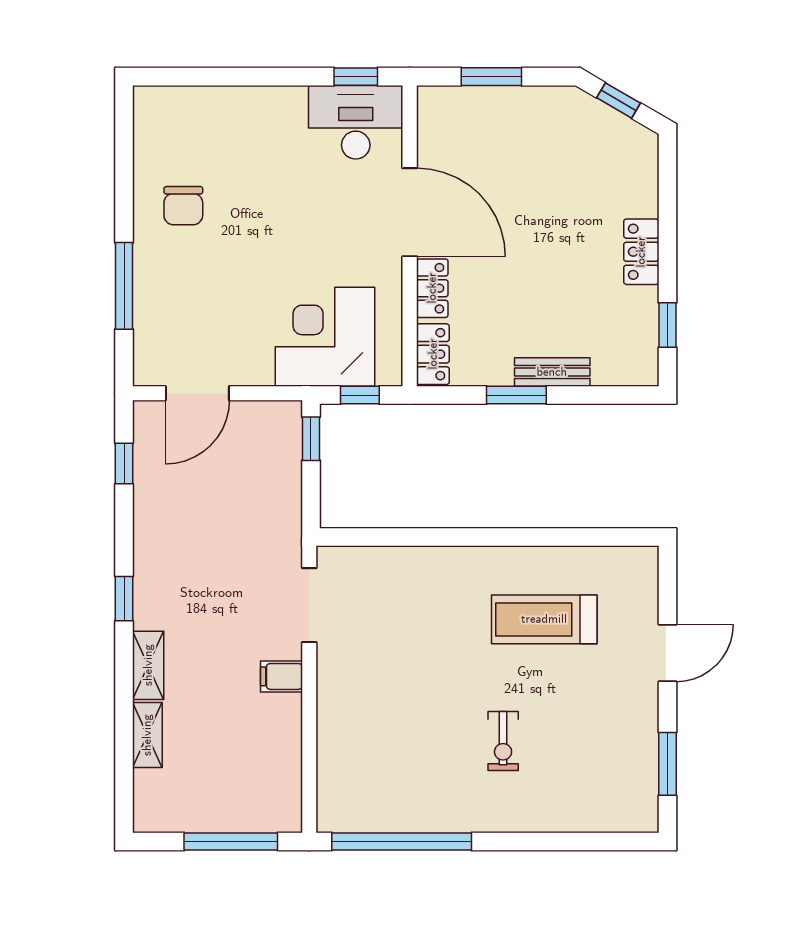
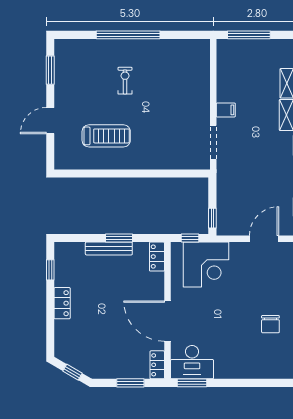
window: (356, 77) -> (192, 383), width x1.50
chair: (183, 206) -> (270, 324), turned 180
locker: (432, 288) -> (157, 365), moved
bench: (552, 372) -> (109, 248), width x1.36
window: (402, 841) -> (128, 35), moved

